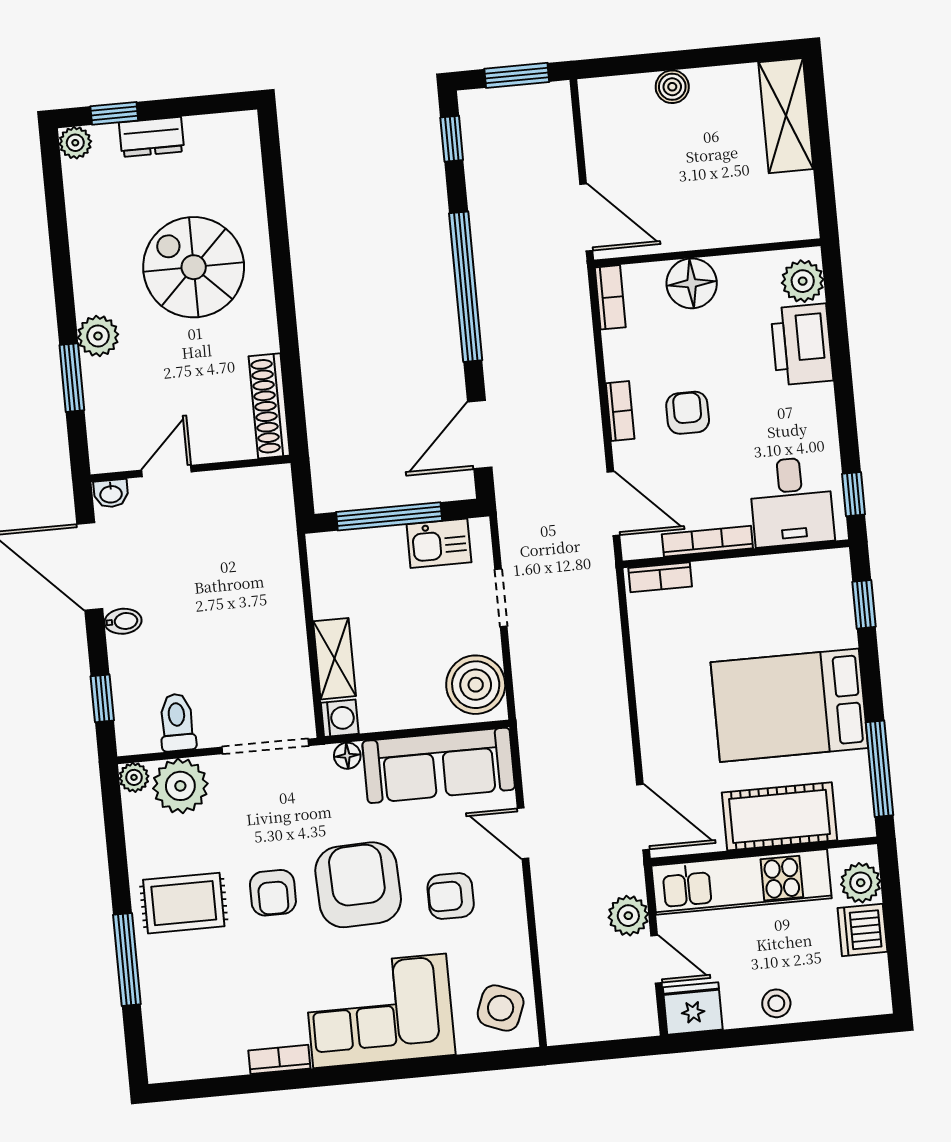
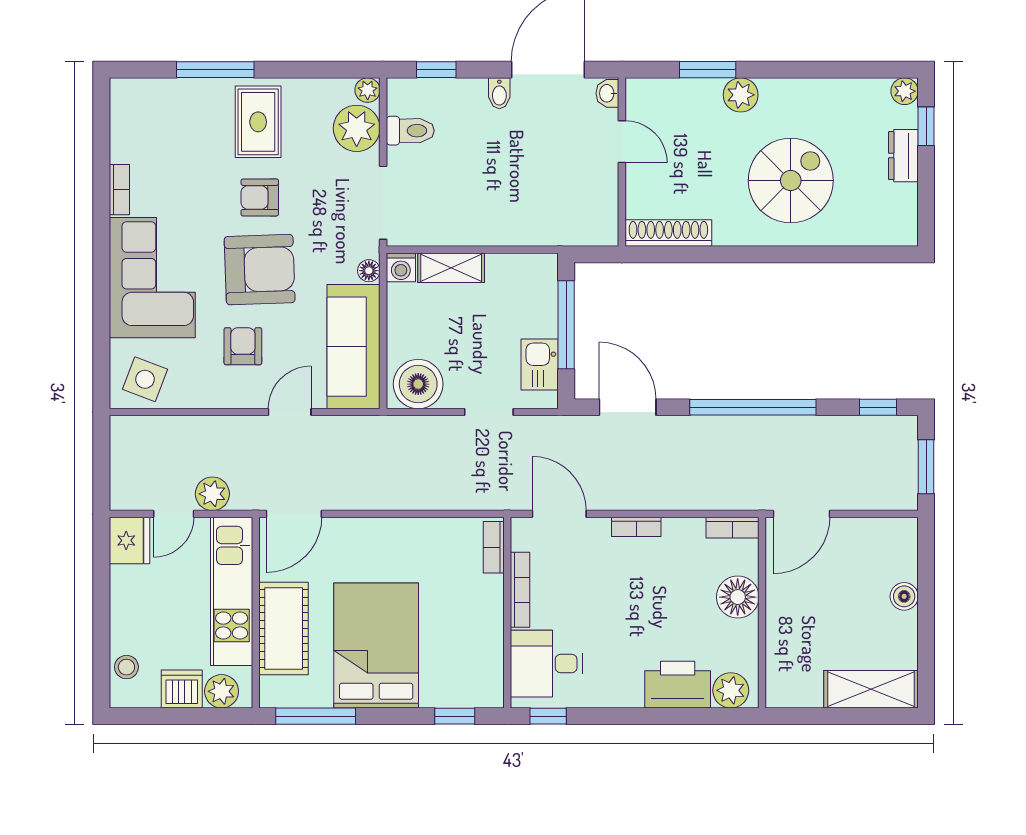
armchair: (688, 413) -> (629, 583), removed
door: (613, 504) -> (559, 514), swing flipped
stool: (776, 1003) -> (126, 667), moved

